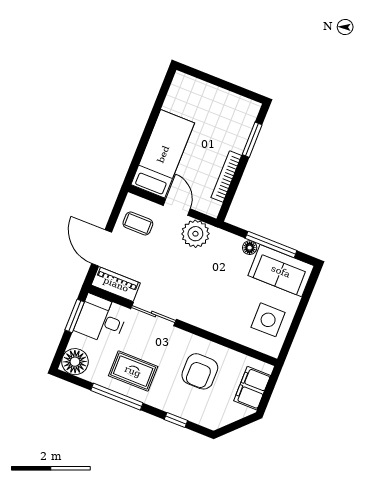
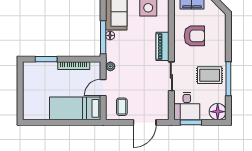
plant: (195, 234) -> (110, 66), width x0.53, depth x0.53
window: (271, 244) -> (103, 37), moved
piano: (116, 284) -> (163, 46), moved
rug: (133, 371) -> (210, 75), turned 90
window: (176, 420) -> (228, 39), removed

